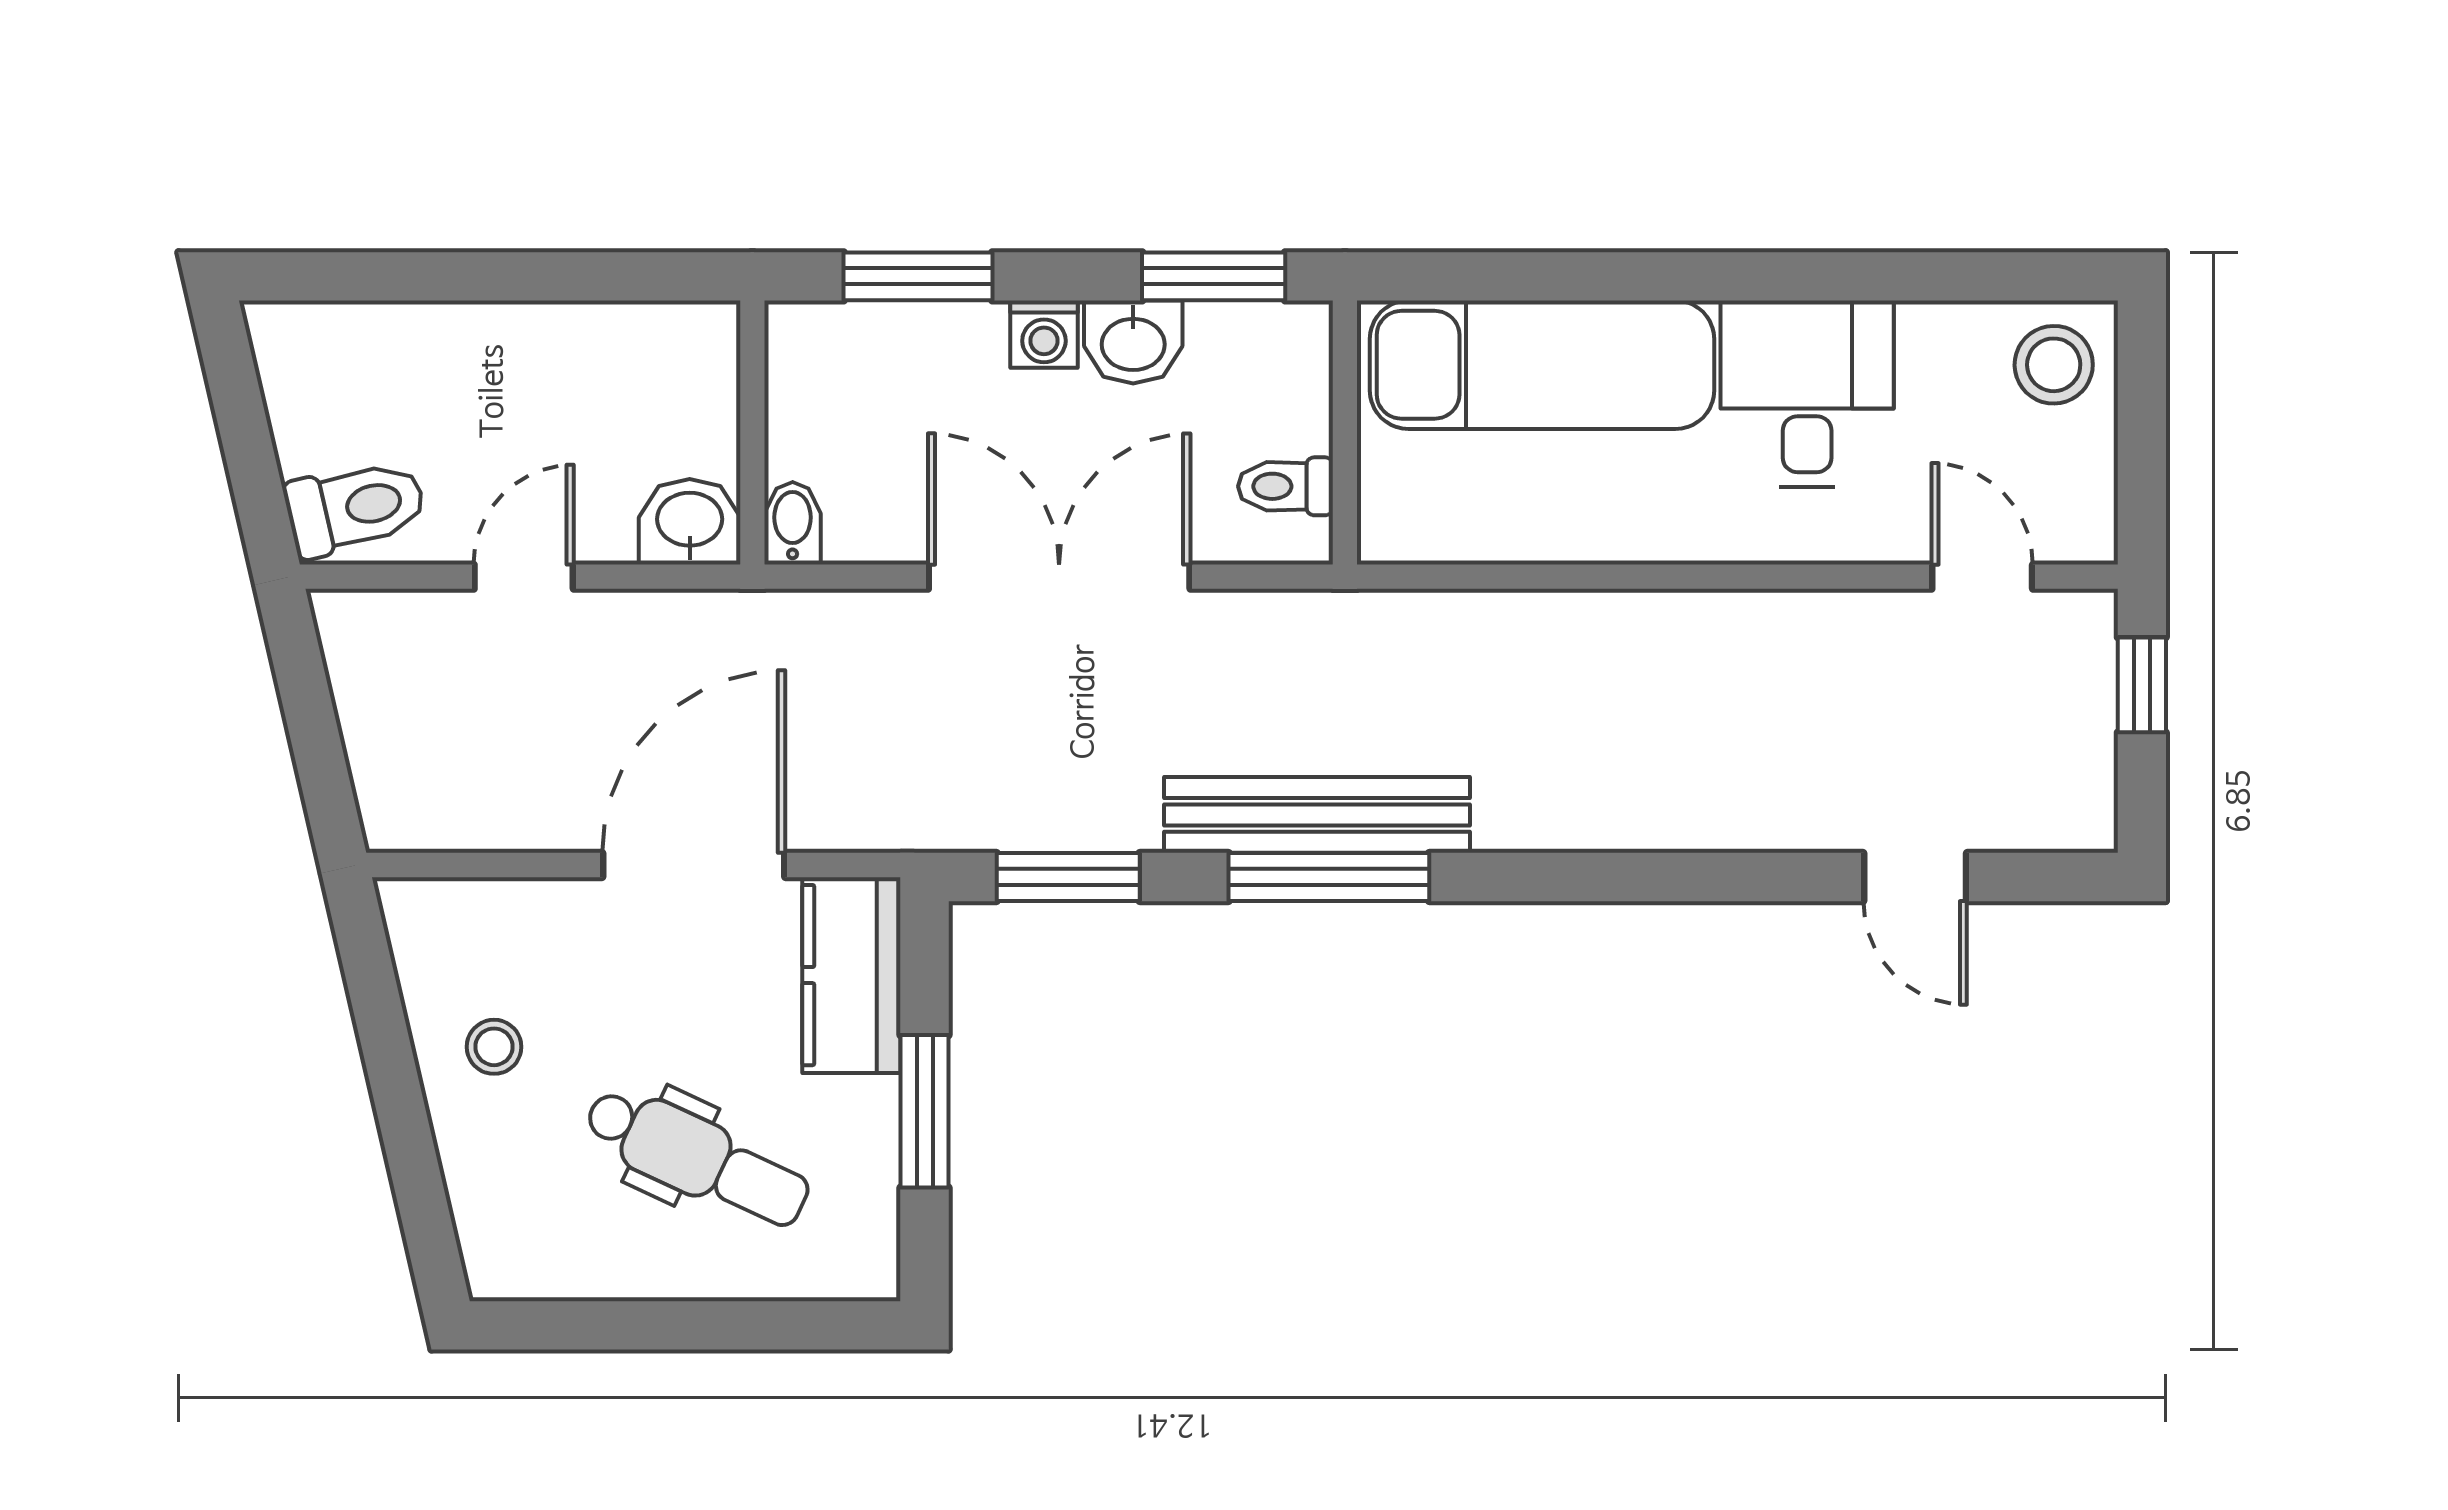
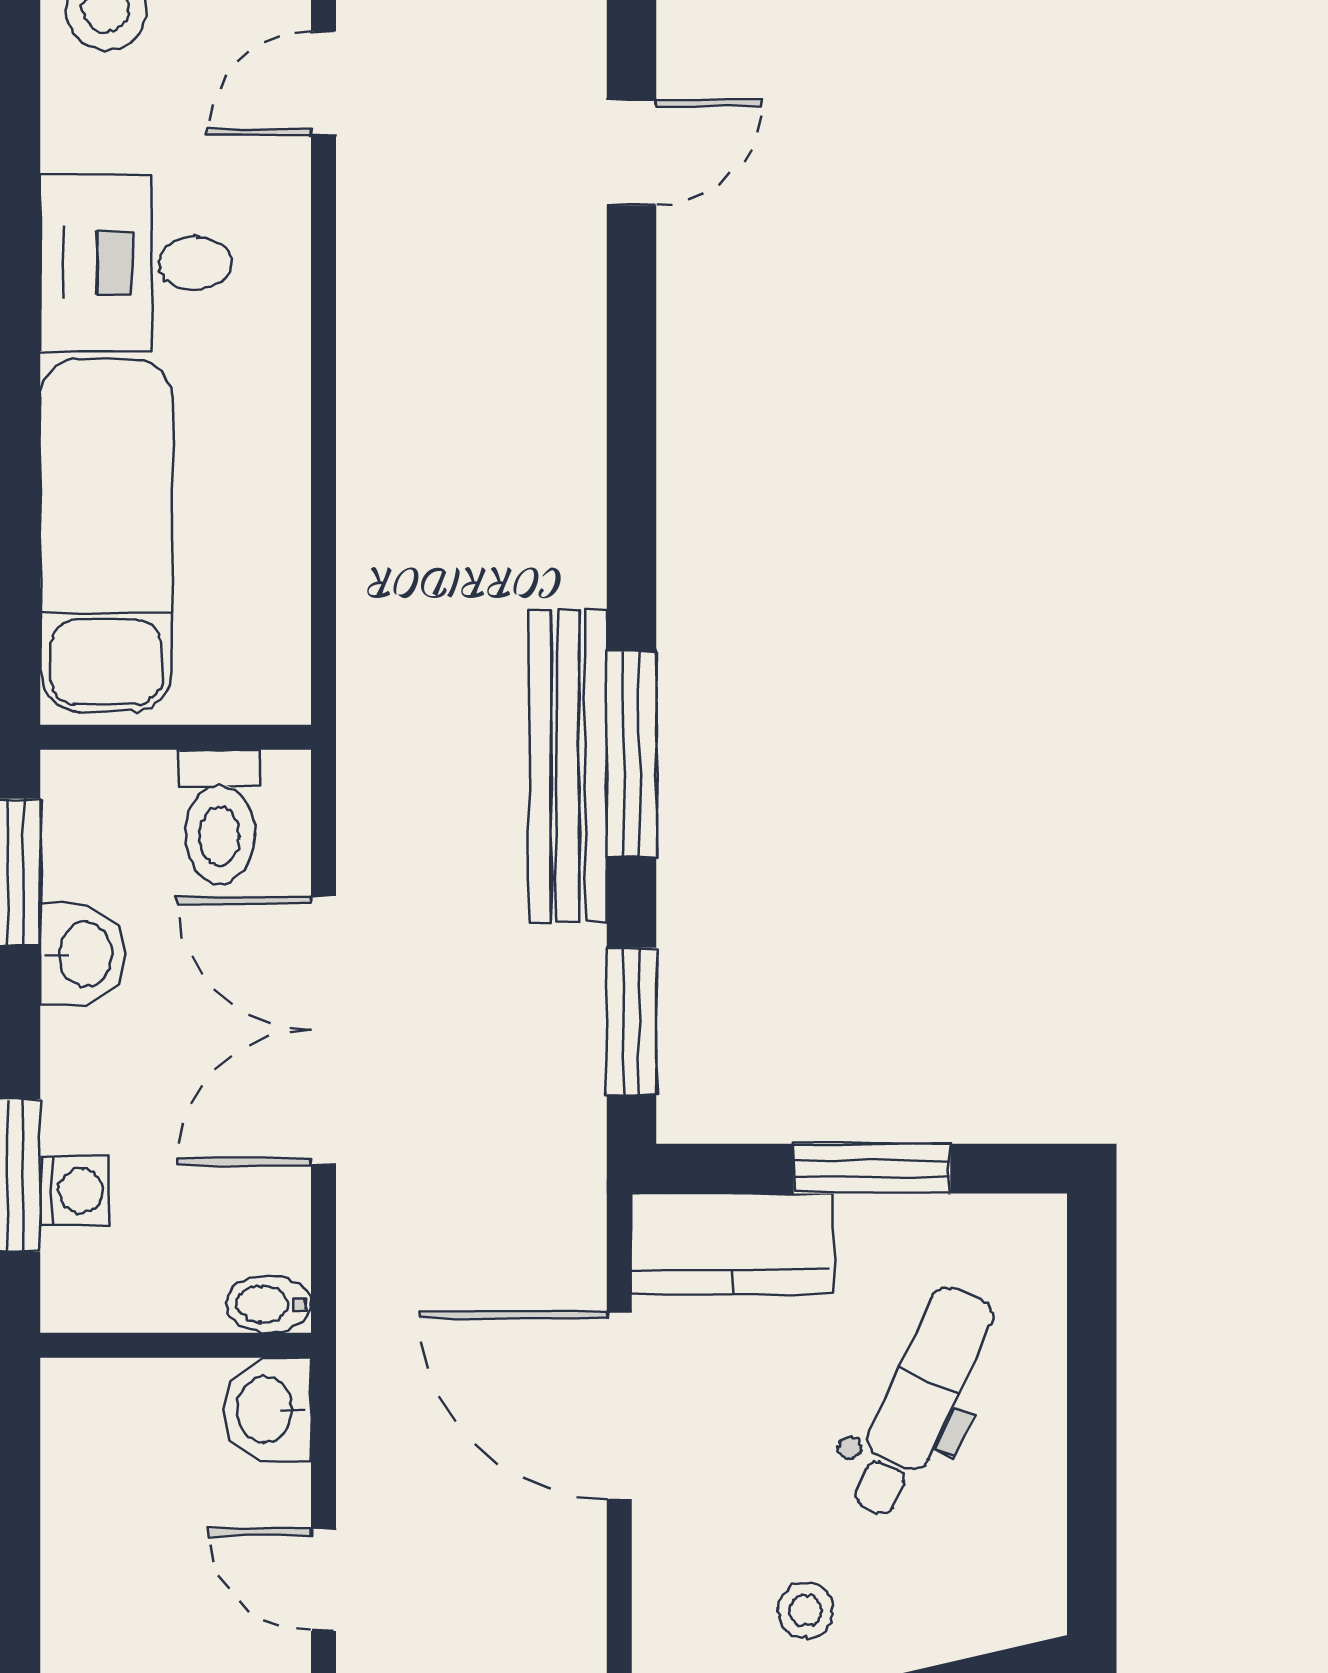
washing machine: (1044, 334) -> (75, 1191), moved
toilet: (1286, 486) -> (220, 817), width x1.37, depth x1.39

